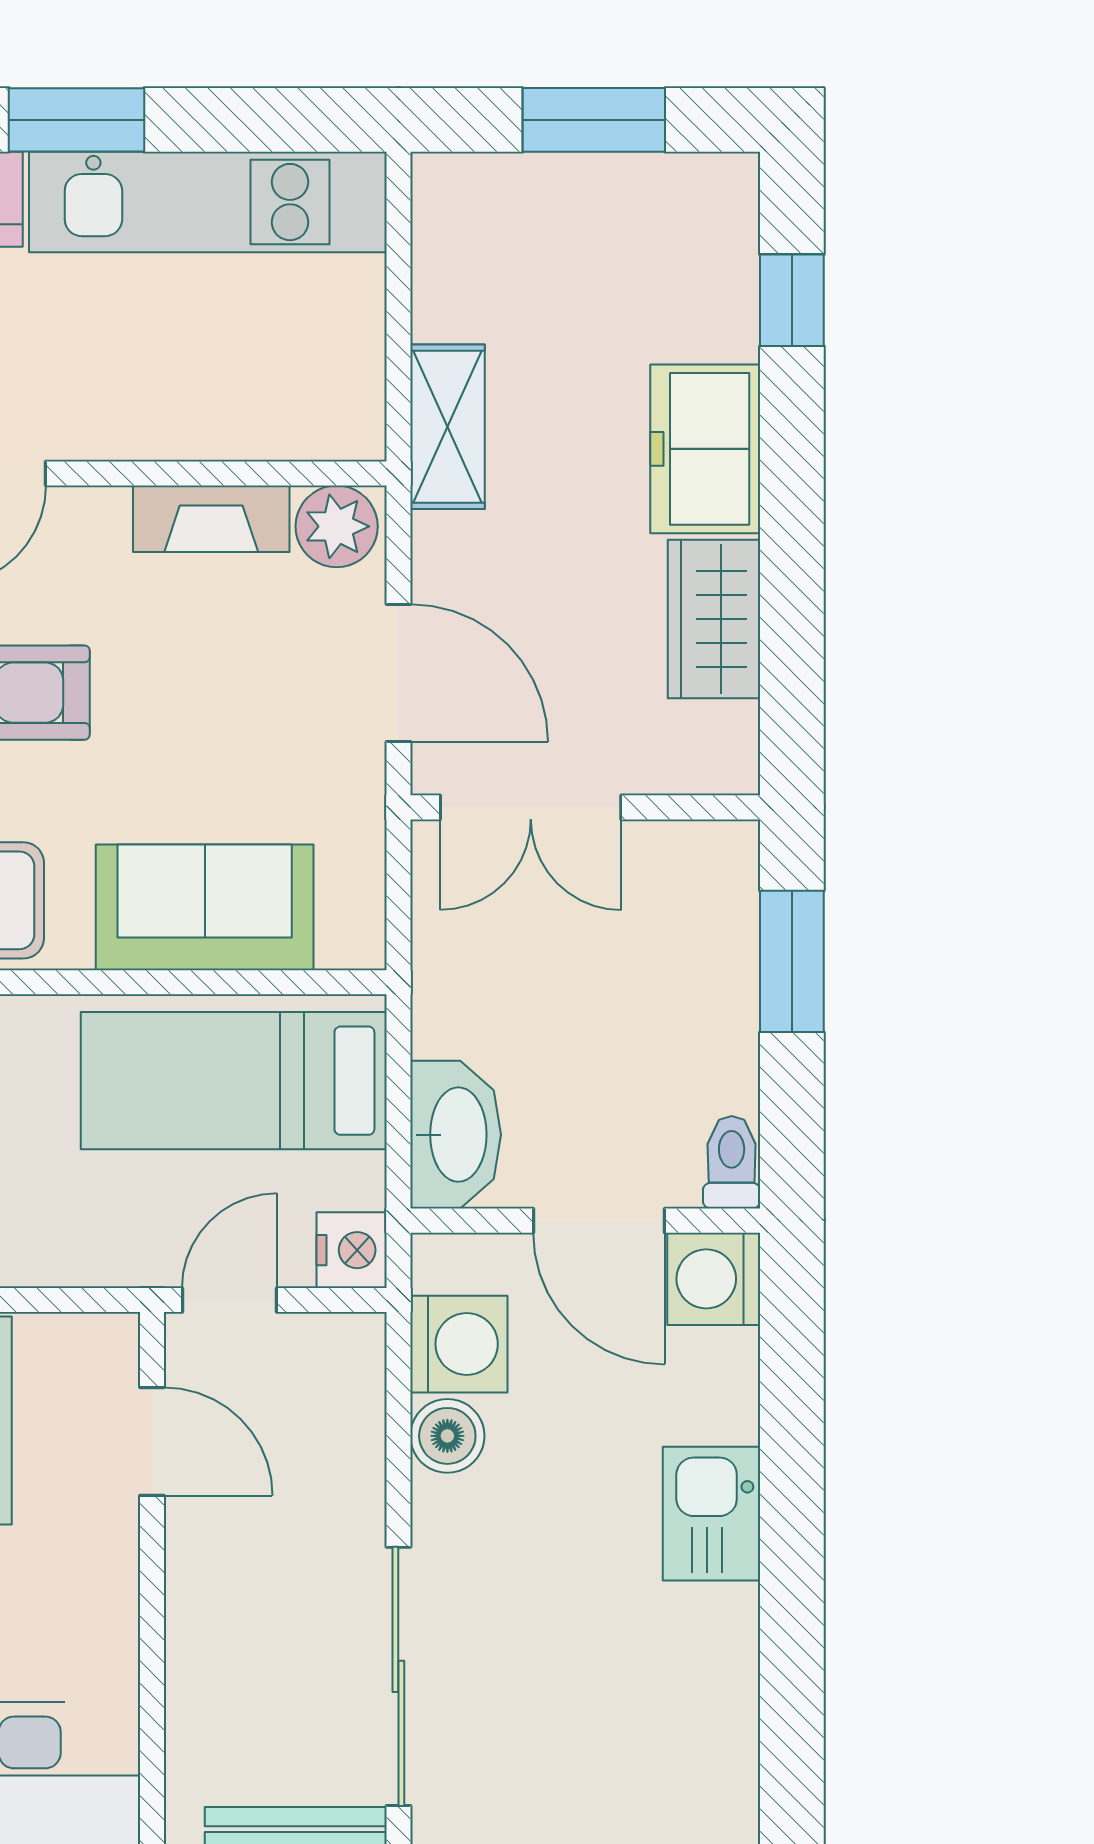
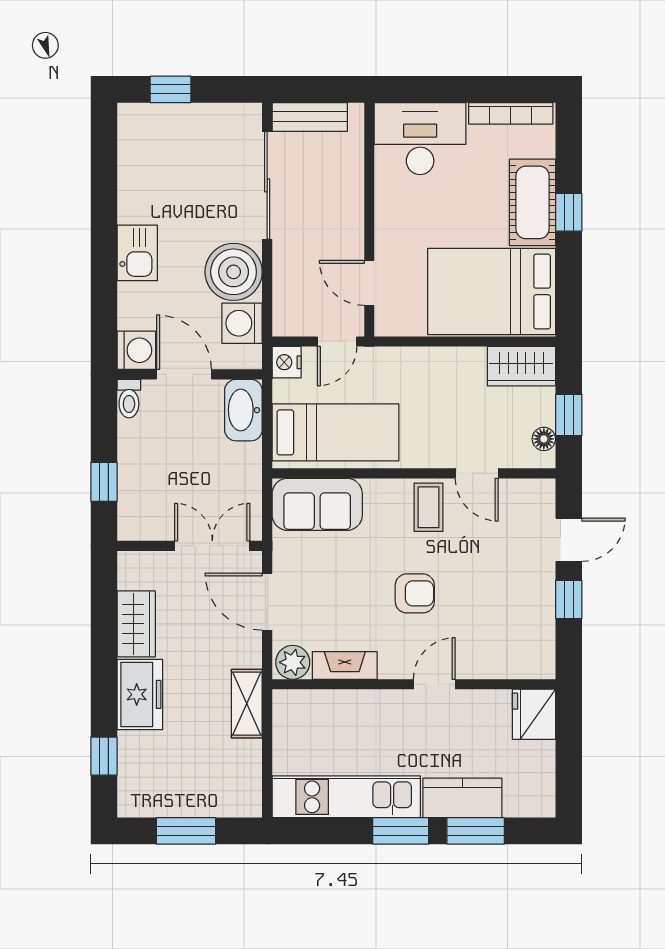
sofa: (205, 907) -> (317, 504), moved
window: (792, 961) -> (104, 482), width x0.67
boiler: (447, 1436) -> (234, 272), width x1.86, depth x1.86

